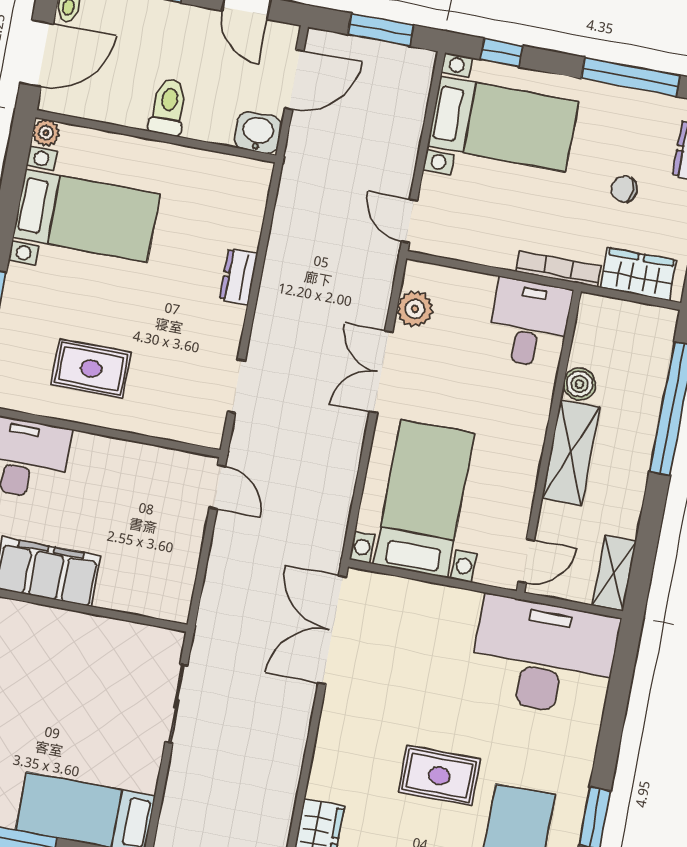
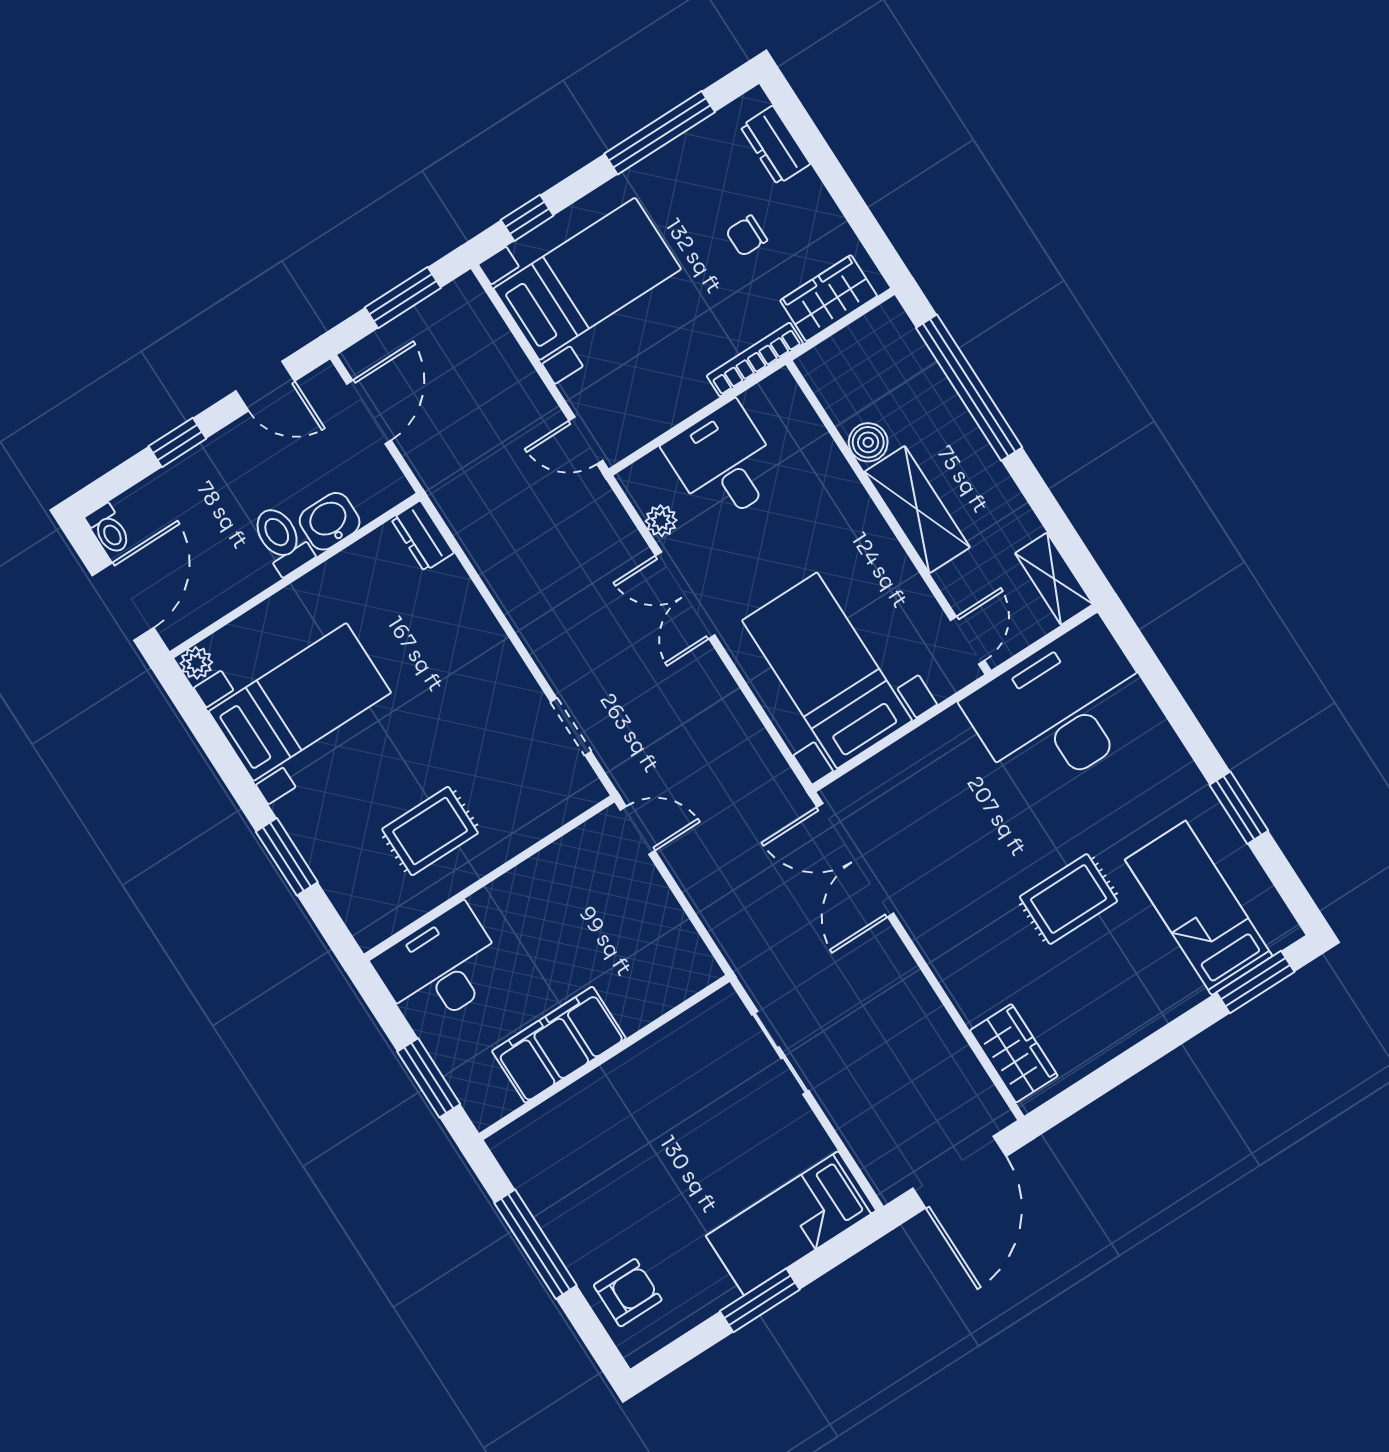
washbasin: (258, 133) -> (330, 521), moved
dresser: (239, 277) -> (422, 536), moved
plant: (415, 309) -> (661, 521), width x0.73, depth x0.73
desk: (529, 323) -> (724, 463), moved

